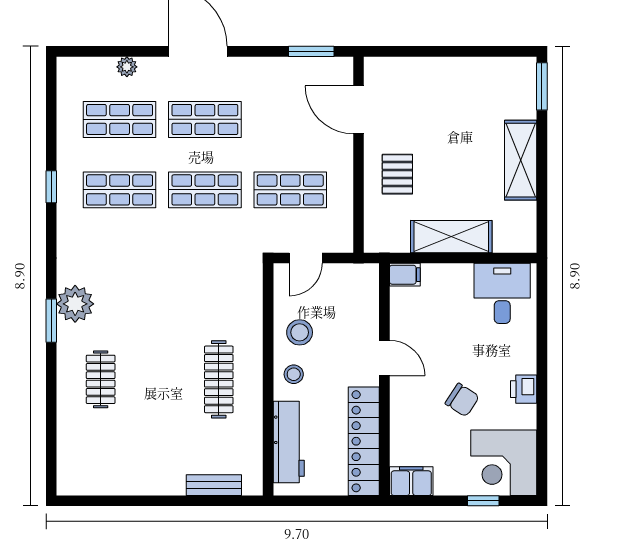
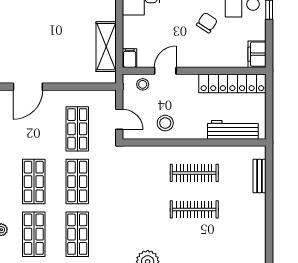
pallet: (397, 174) -> (67, 63), removed
shelving: (451, 237) -> (106, 47), moved
door: (384, 358) -> (165, 71), moved
stool: (294, 374) -> (143, 84), moved
clothes rail: (101, 379) -> (194, 209), moved, width x1.36

